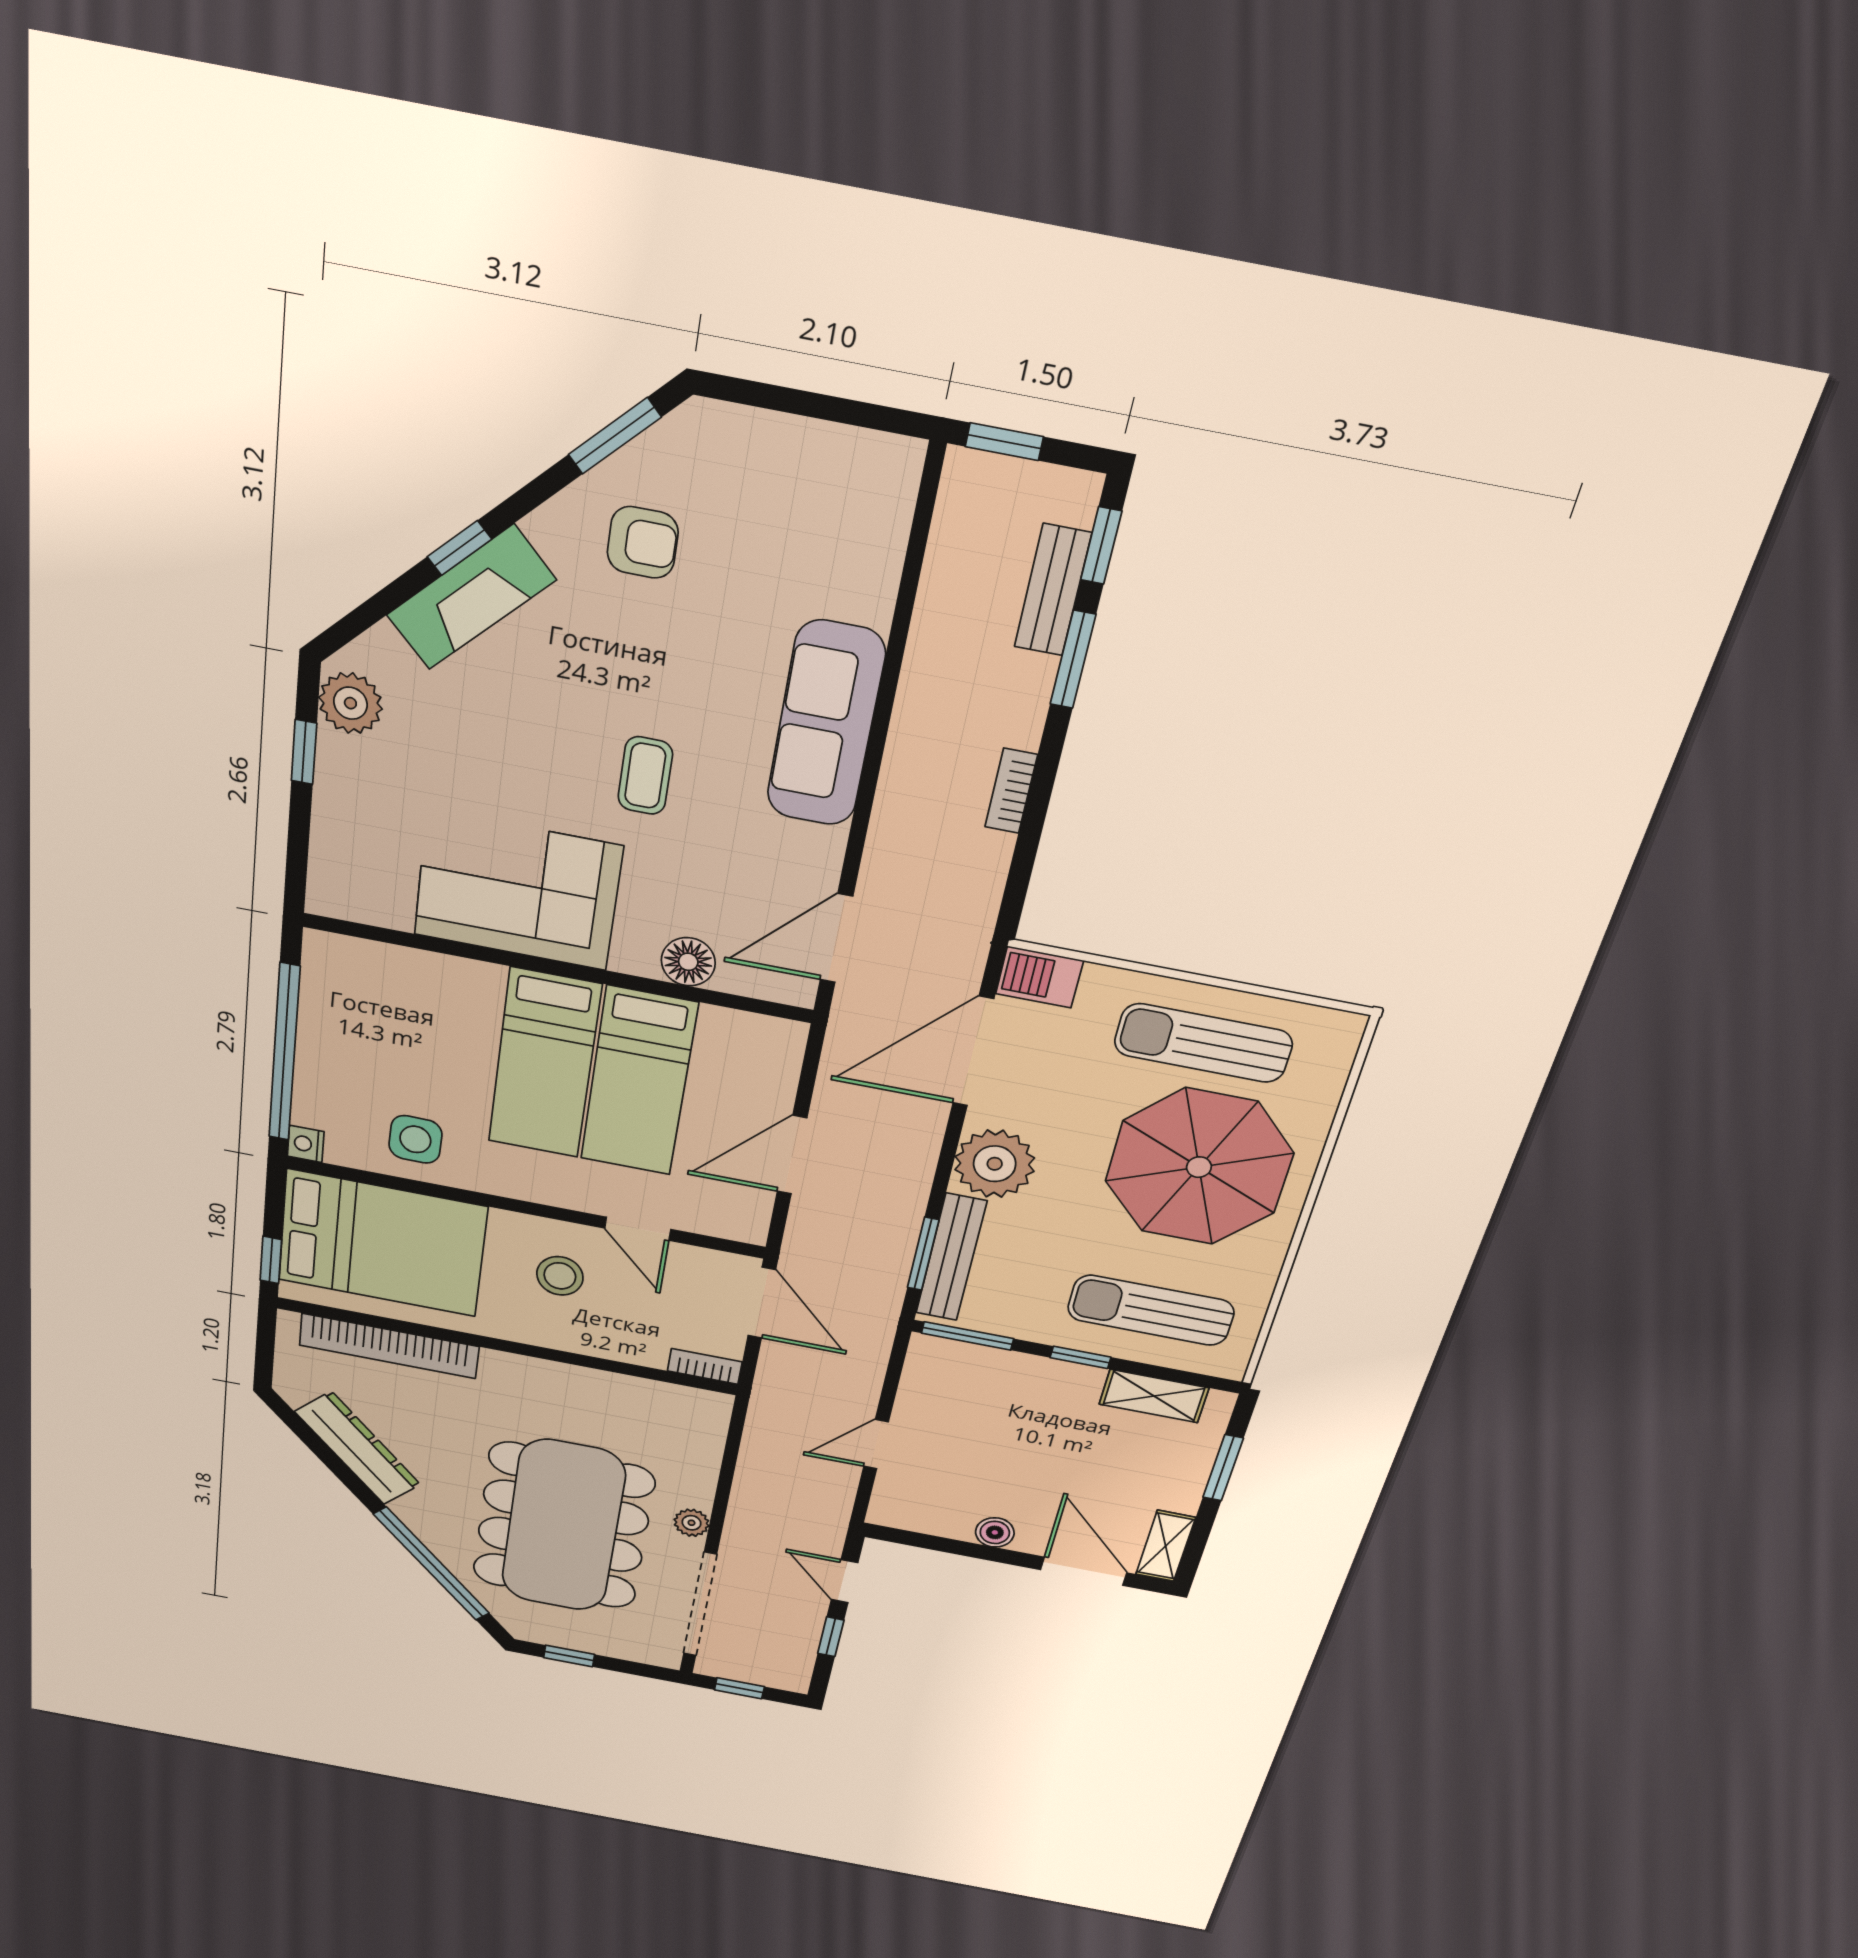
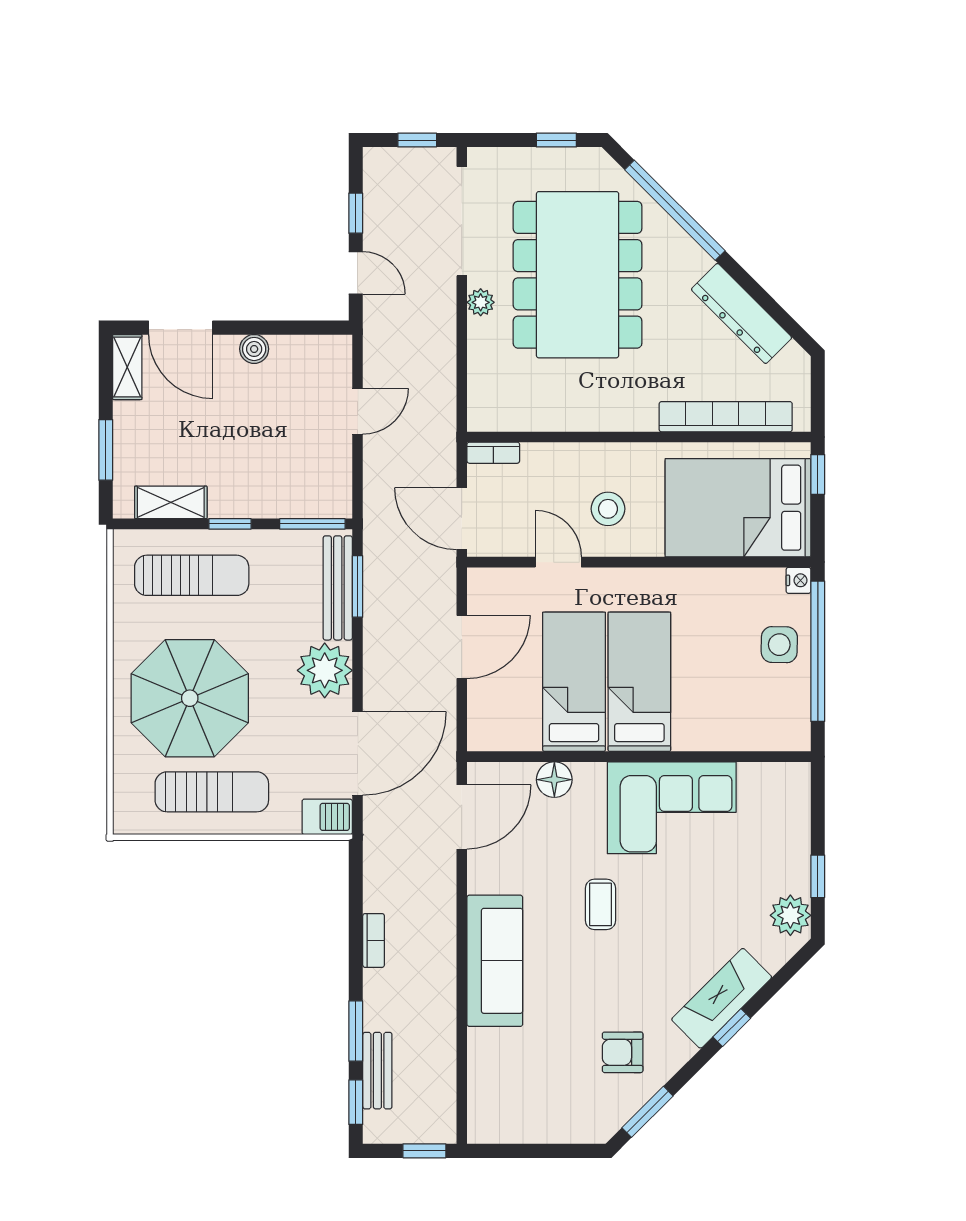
side table: (415, 1139) -> (779, 645), moved

